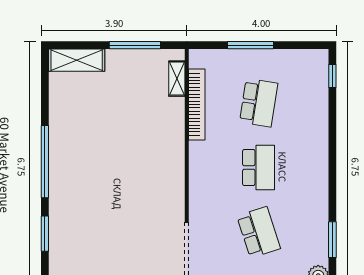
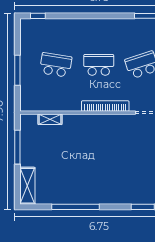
shelving: (177, 79) -> (50, 119), moved
bookcase: (197, 104) -> (105, 106), moved
window: (45, 162) -> (75, 207), moved

